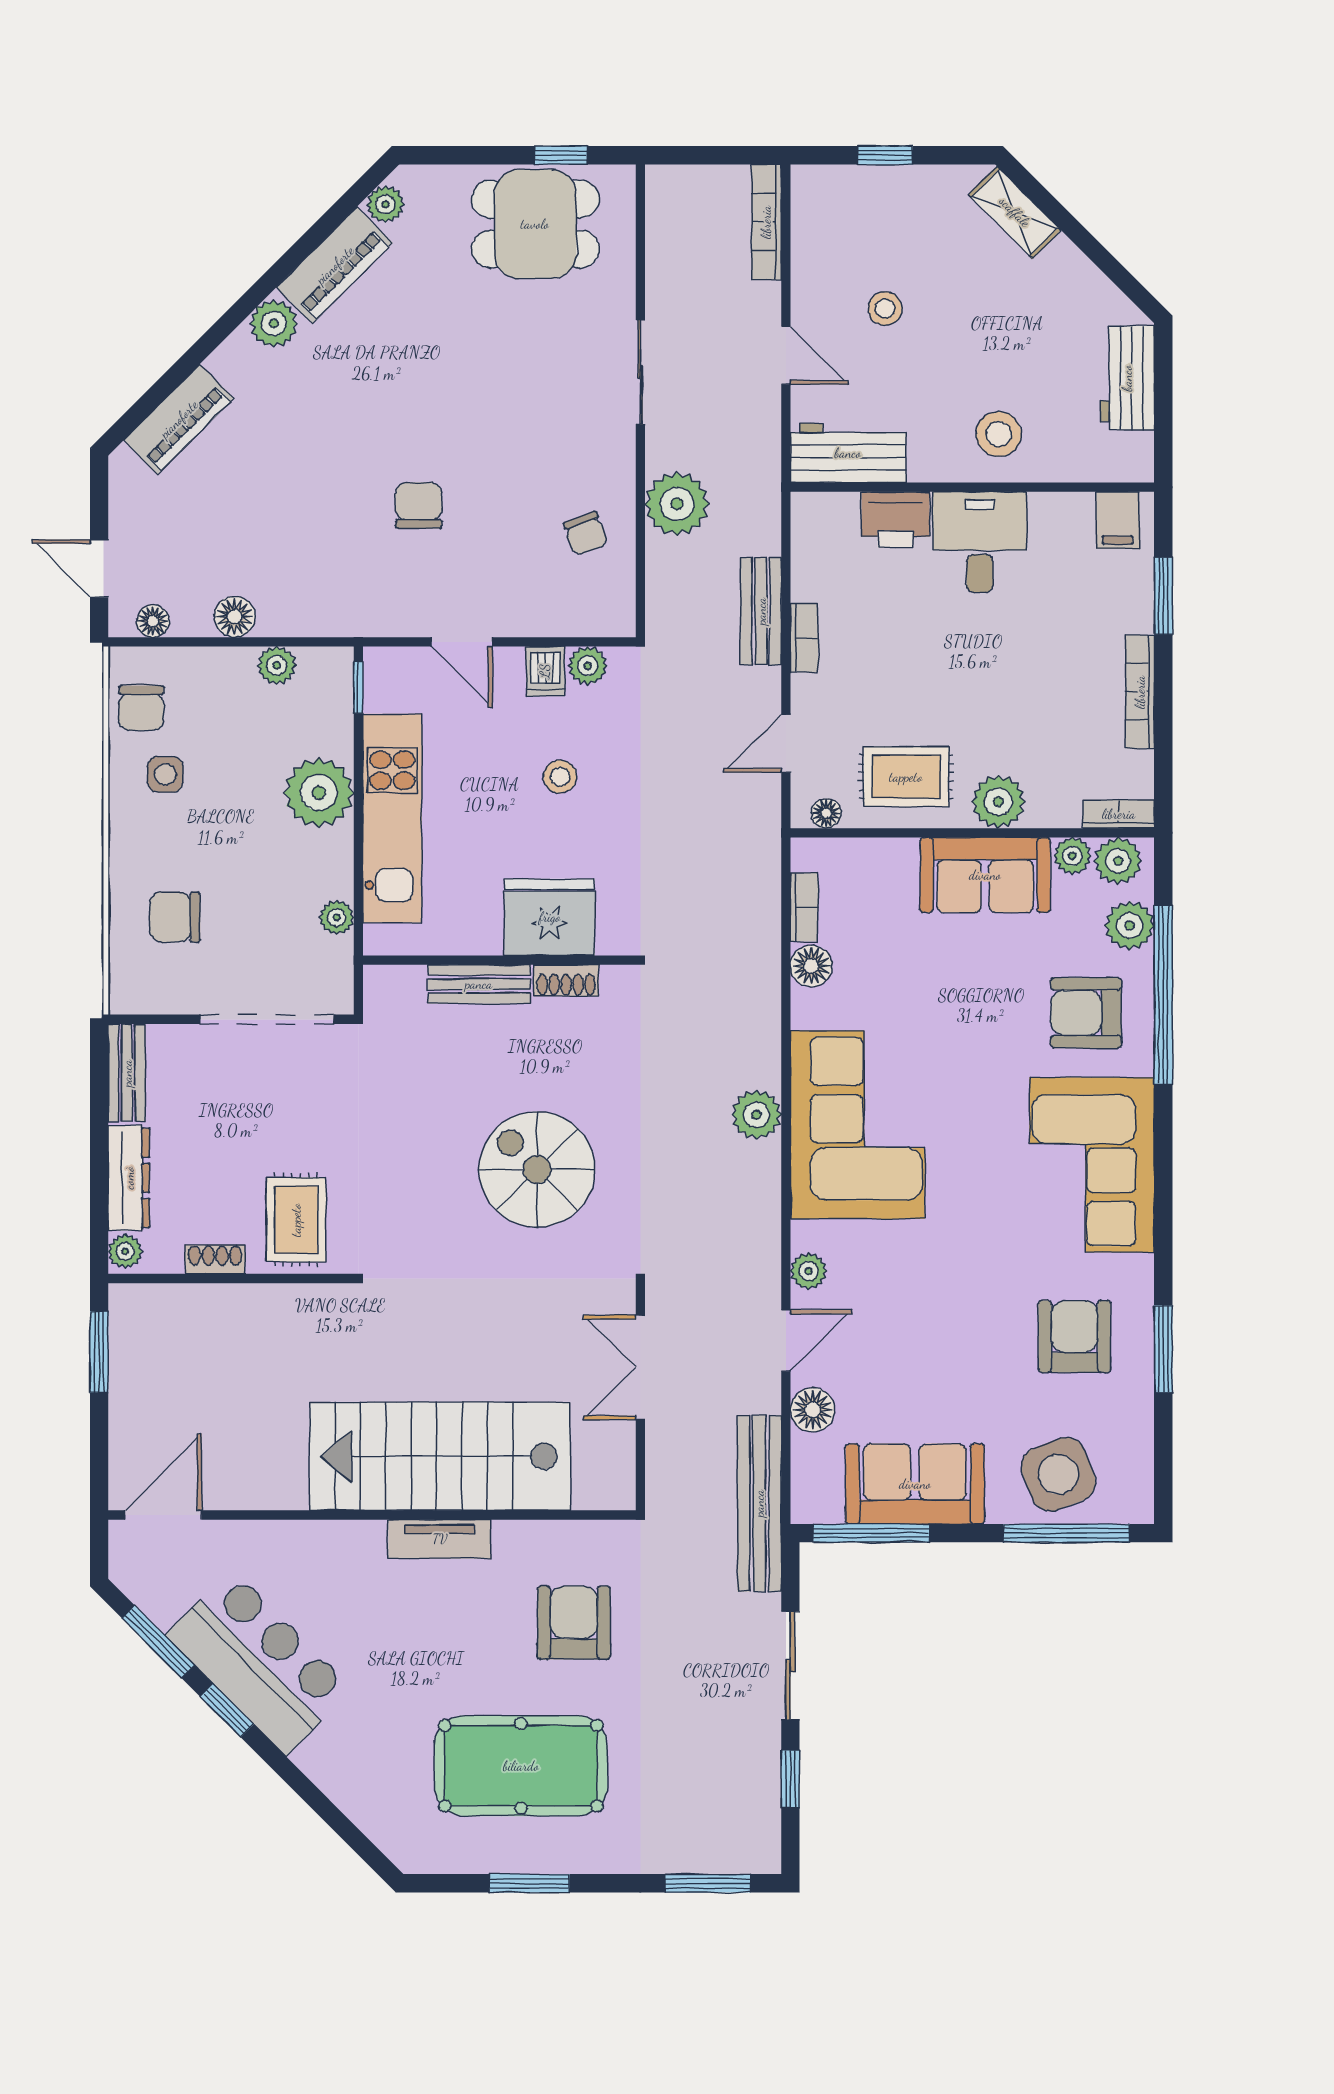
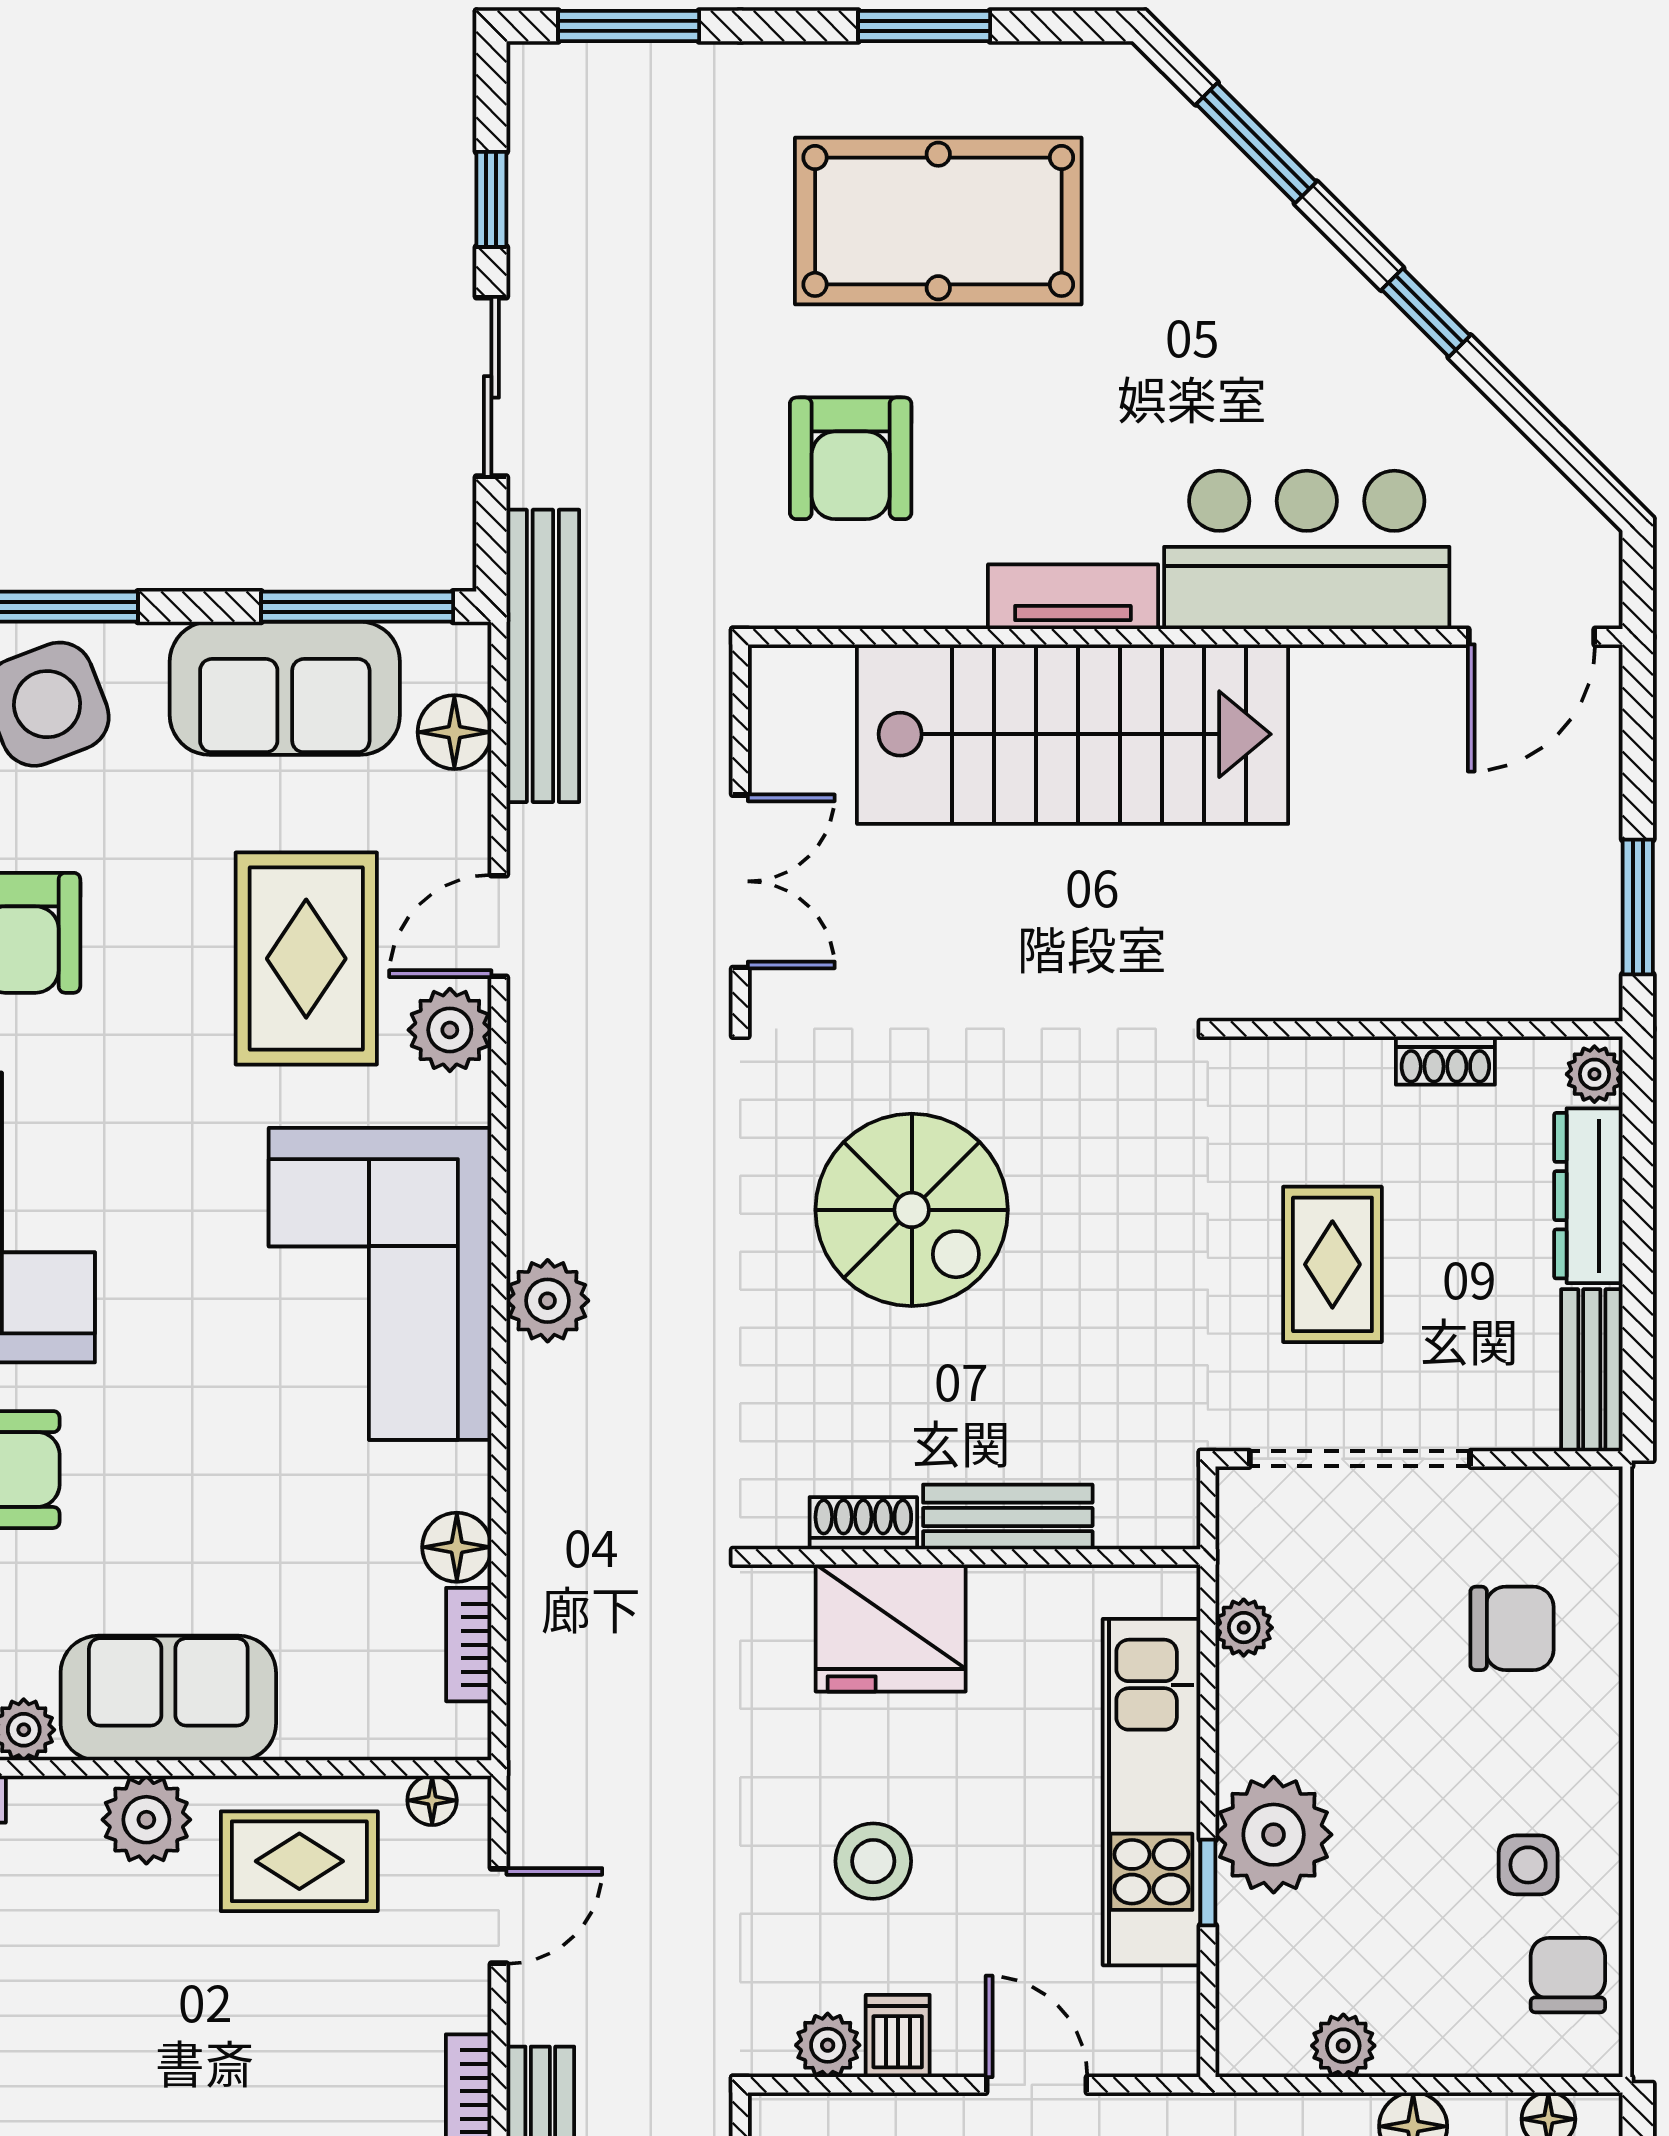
window: (358, 687) -> (1208, 1882), moved
stool: (560, 777) -> (873, 1861), width x1.37, depth x1.37
rug: (296, 1220) -> (1332, 1264), moved
plant: (809, 1271) -> (450, 1030), width x1.38, depth x1.38
rug: (902, 1321) -> (306, 959), added
floor lamp: (813, 1410) -> (454, 732), moved
window: (158, 1642) -> (1256, 143), moved
bar counter: (259, 1662) -> (1307, 550), moved, turned 135

